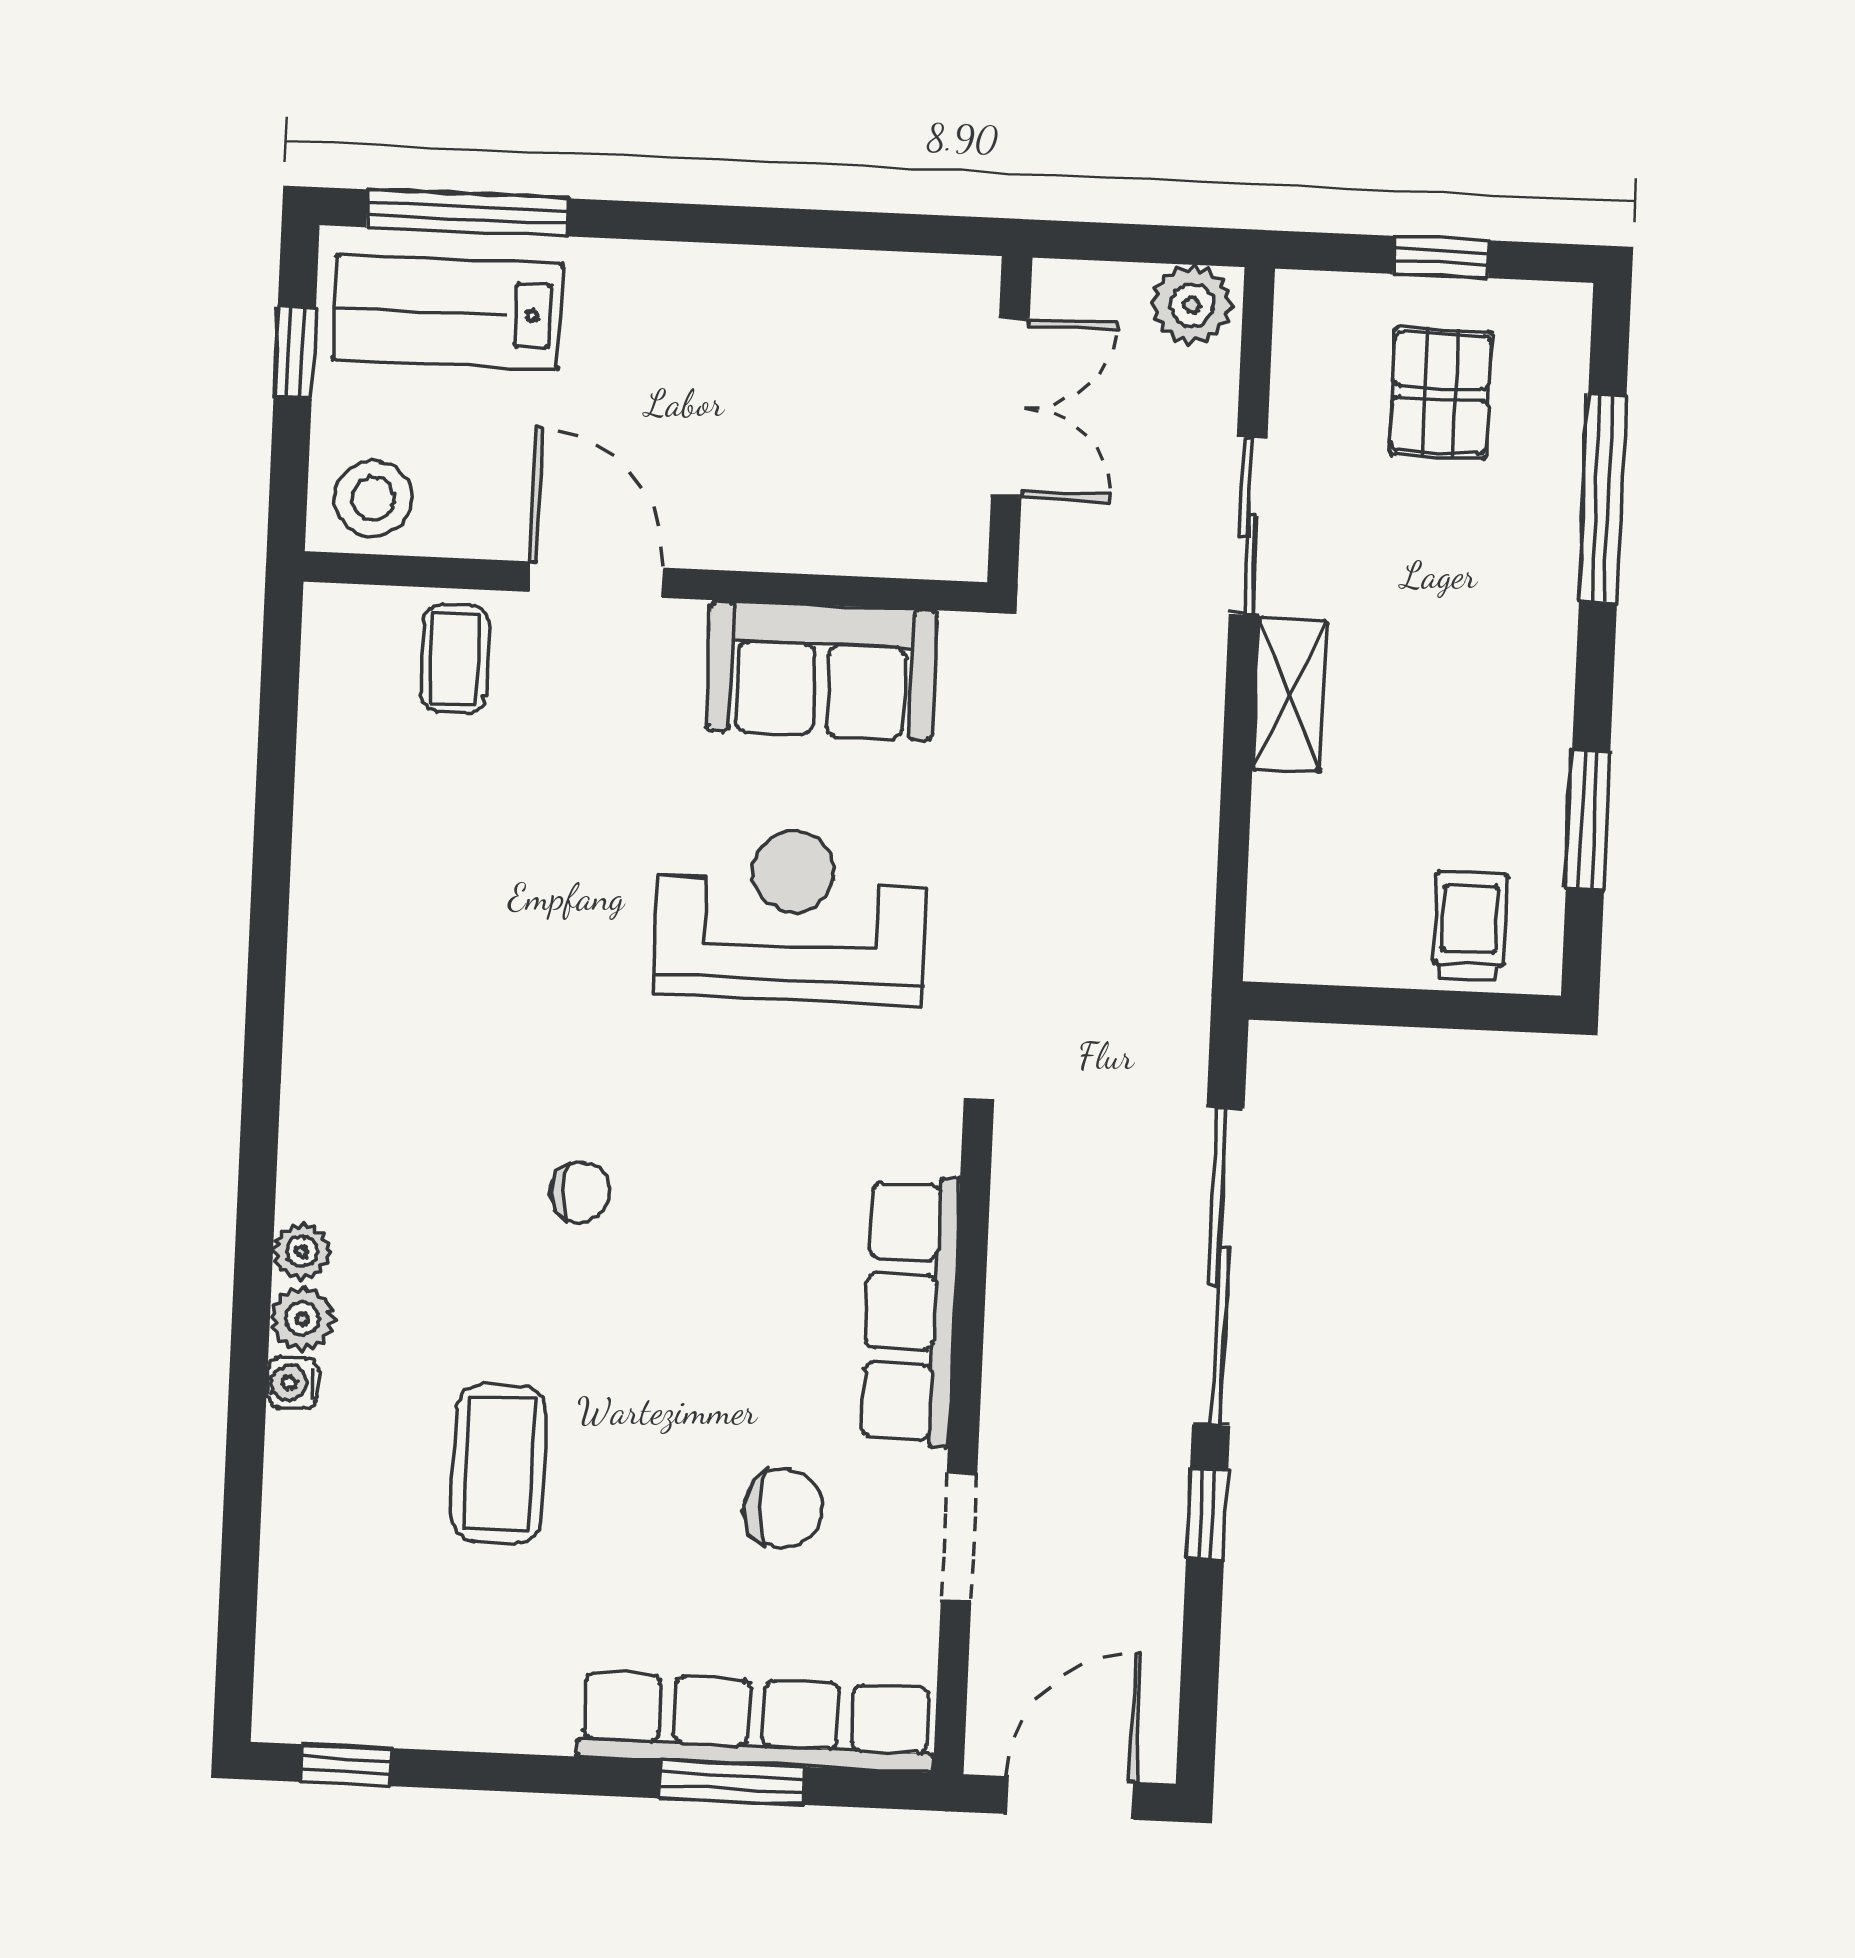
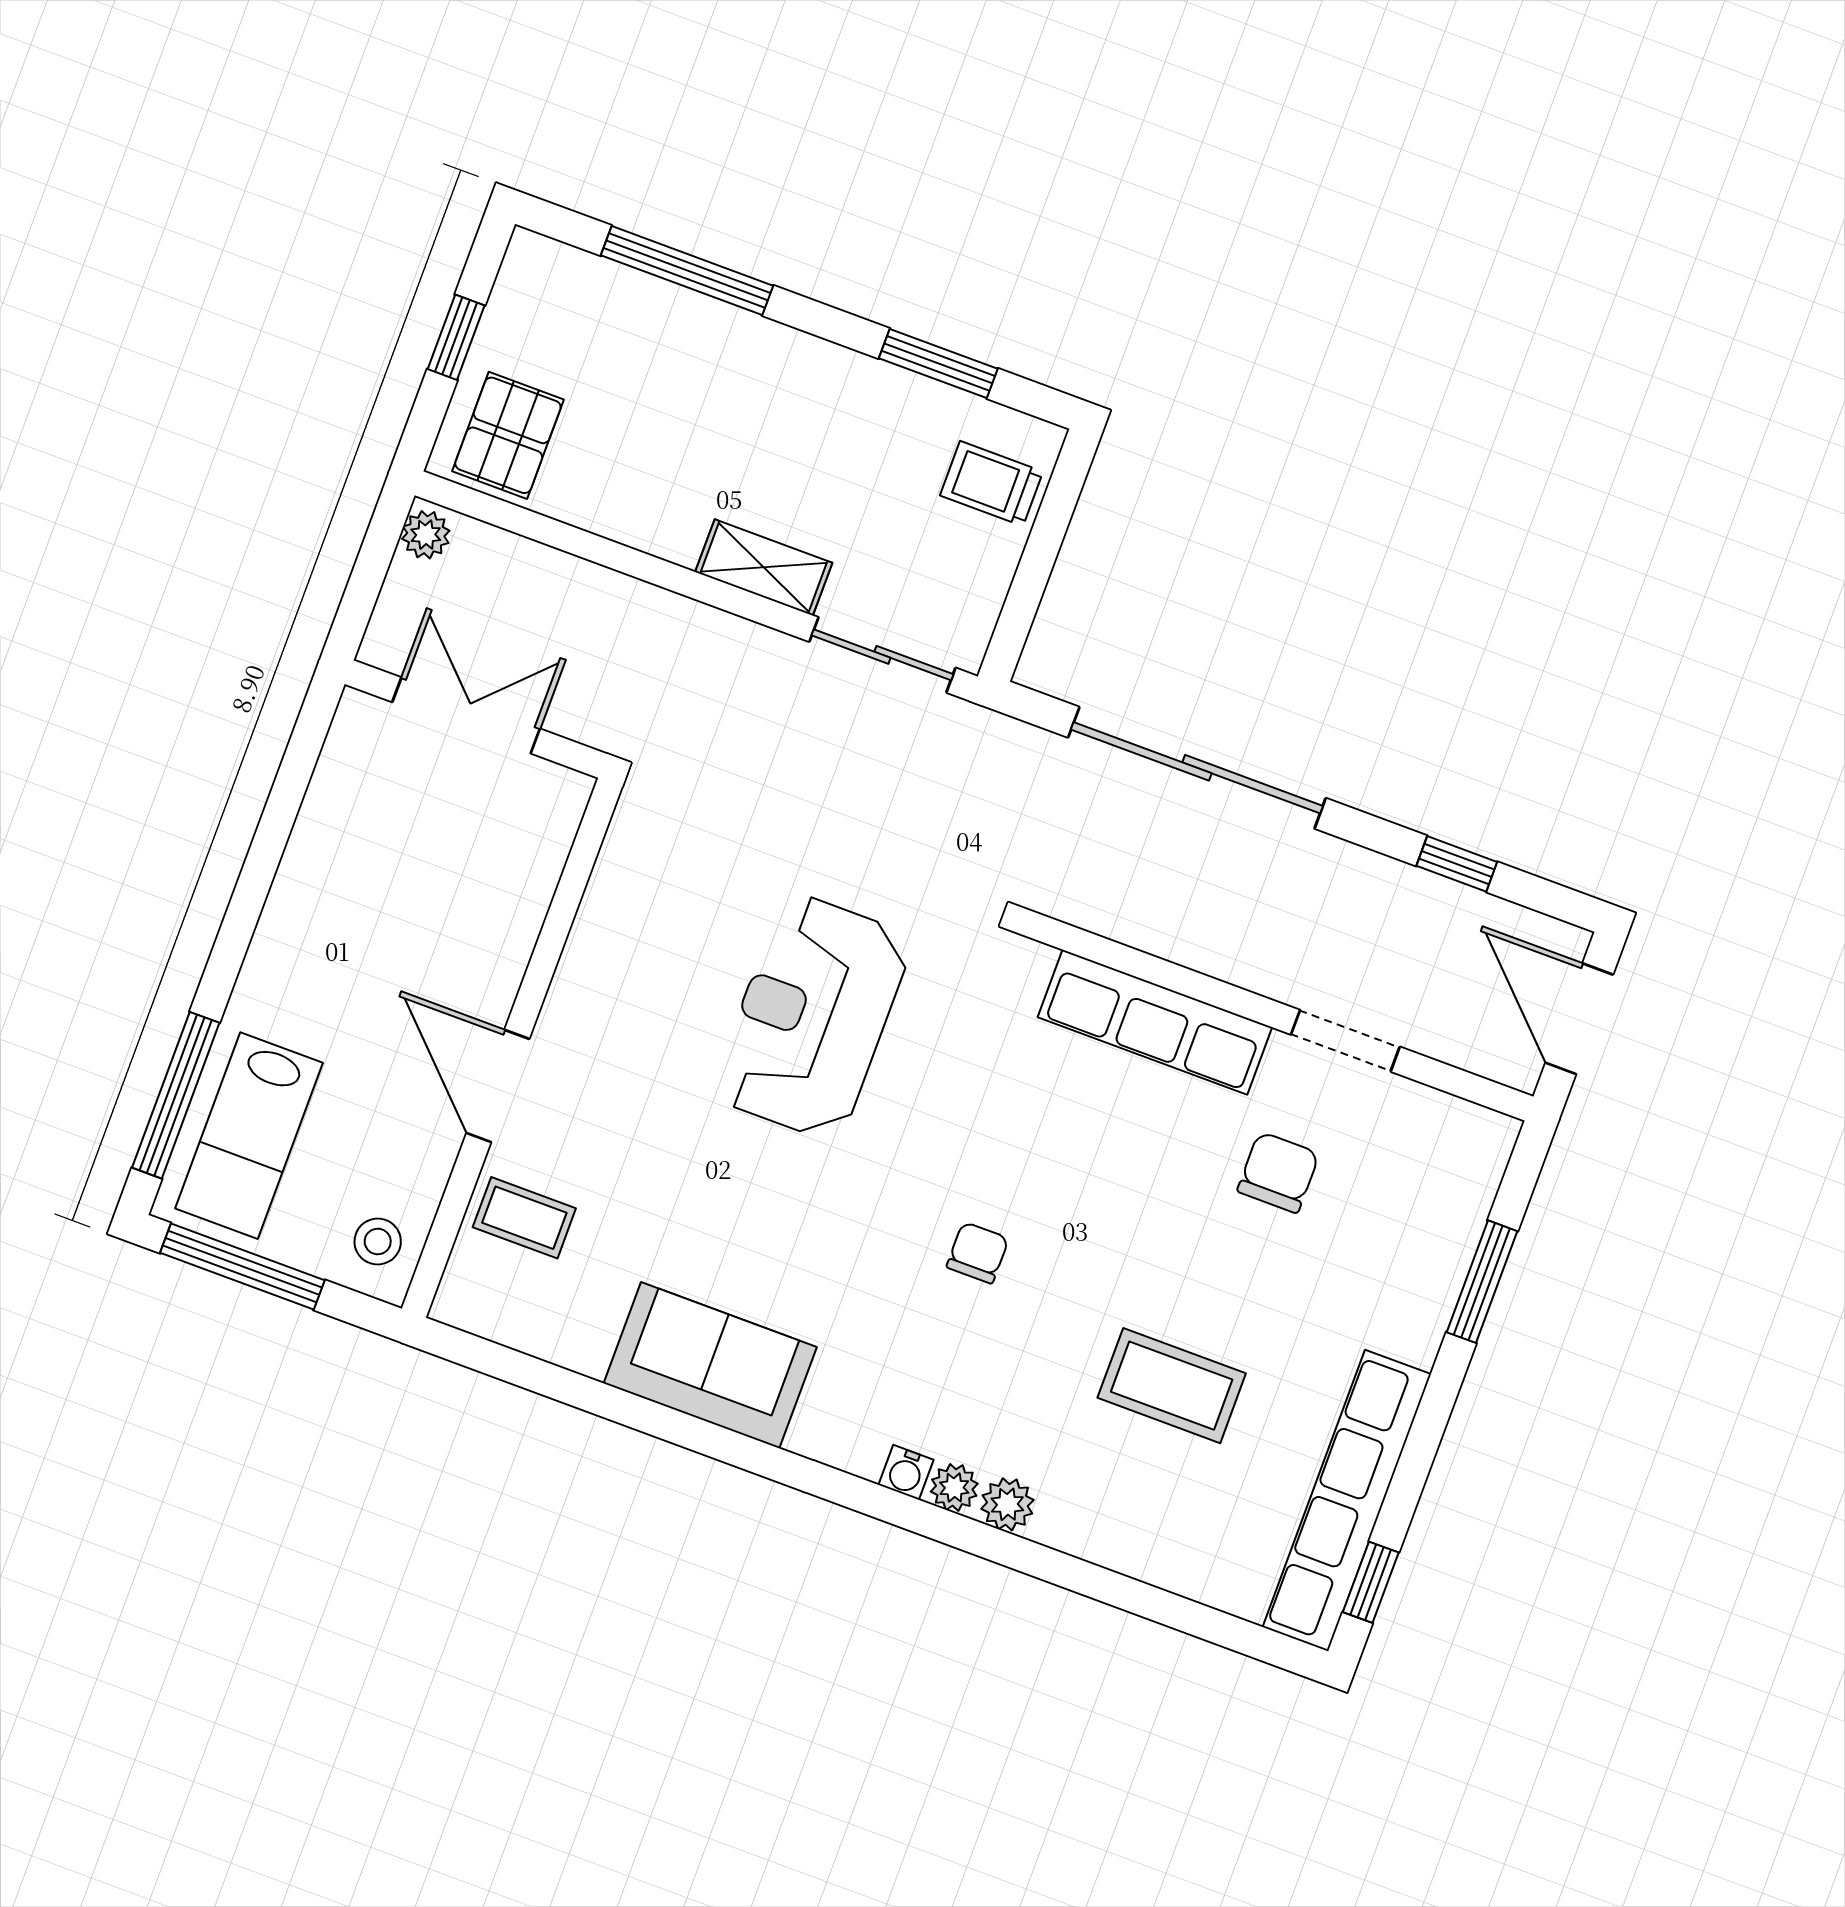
plant: (1192, 305) -> (426, 535), width x0.73, depth x0.73
window: (295, 352) -> (242, 1267), width x2.17
pallet: (1441, 393) -> (508, 435), moved, turned 90
stool: (373, 499) -> (378, 1241), width x0.73, depth x0.73
sliding door: (1248, 526) -> (882, 655), moved
door: (596, 580) -> (498, 1086), hinge flipped
sofa: (822, 670) -> (710, 1365), moved, turned -90
water cooler: (293, 1383) -> (906, 1472), moved
window: (1207, 1514) -> (1457, 864), moved
row of seats: (756, 1722) -> (1347, 1501), moved

